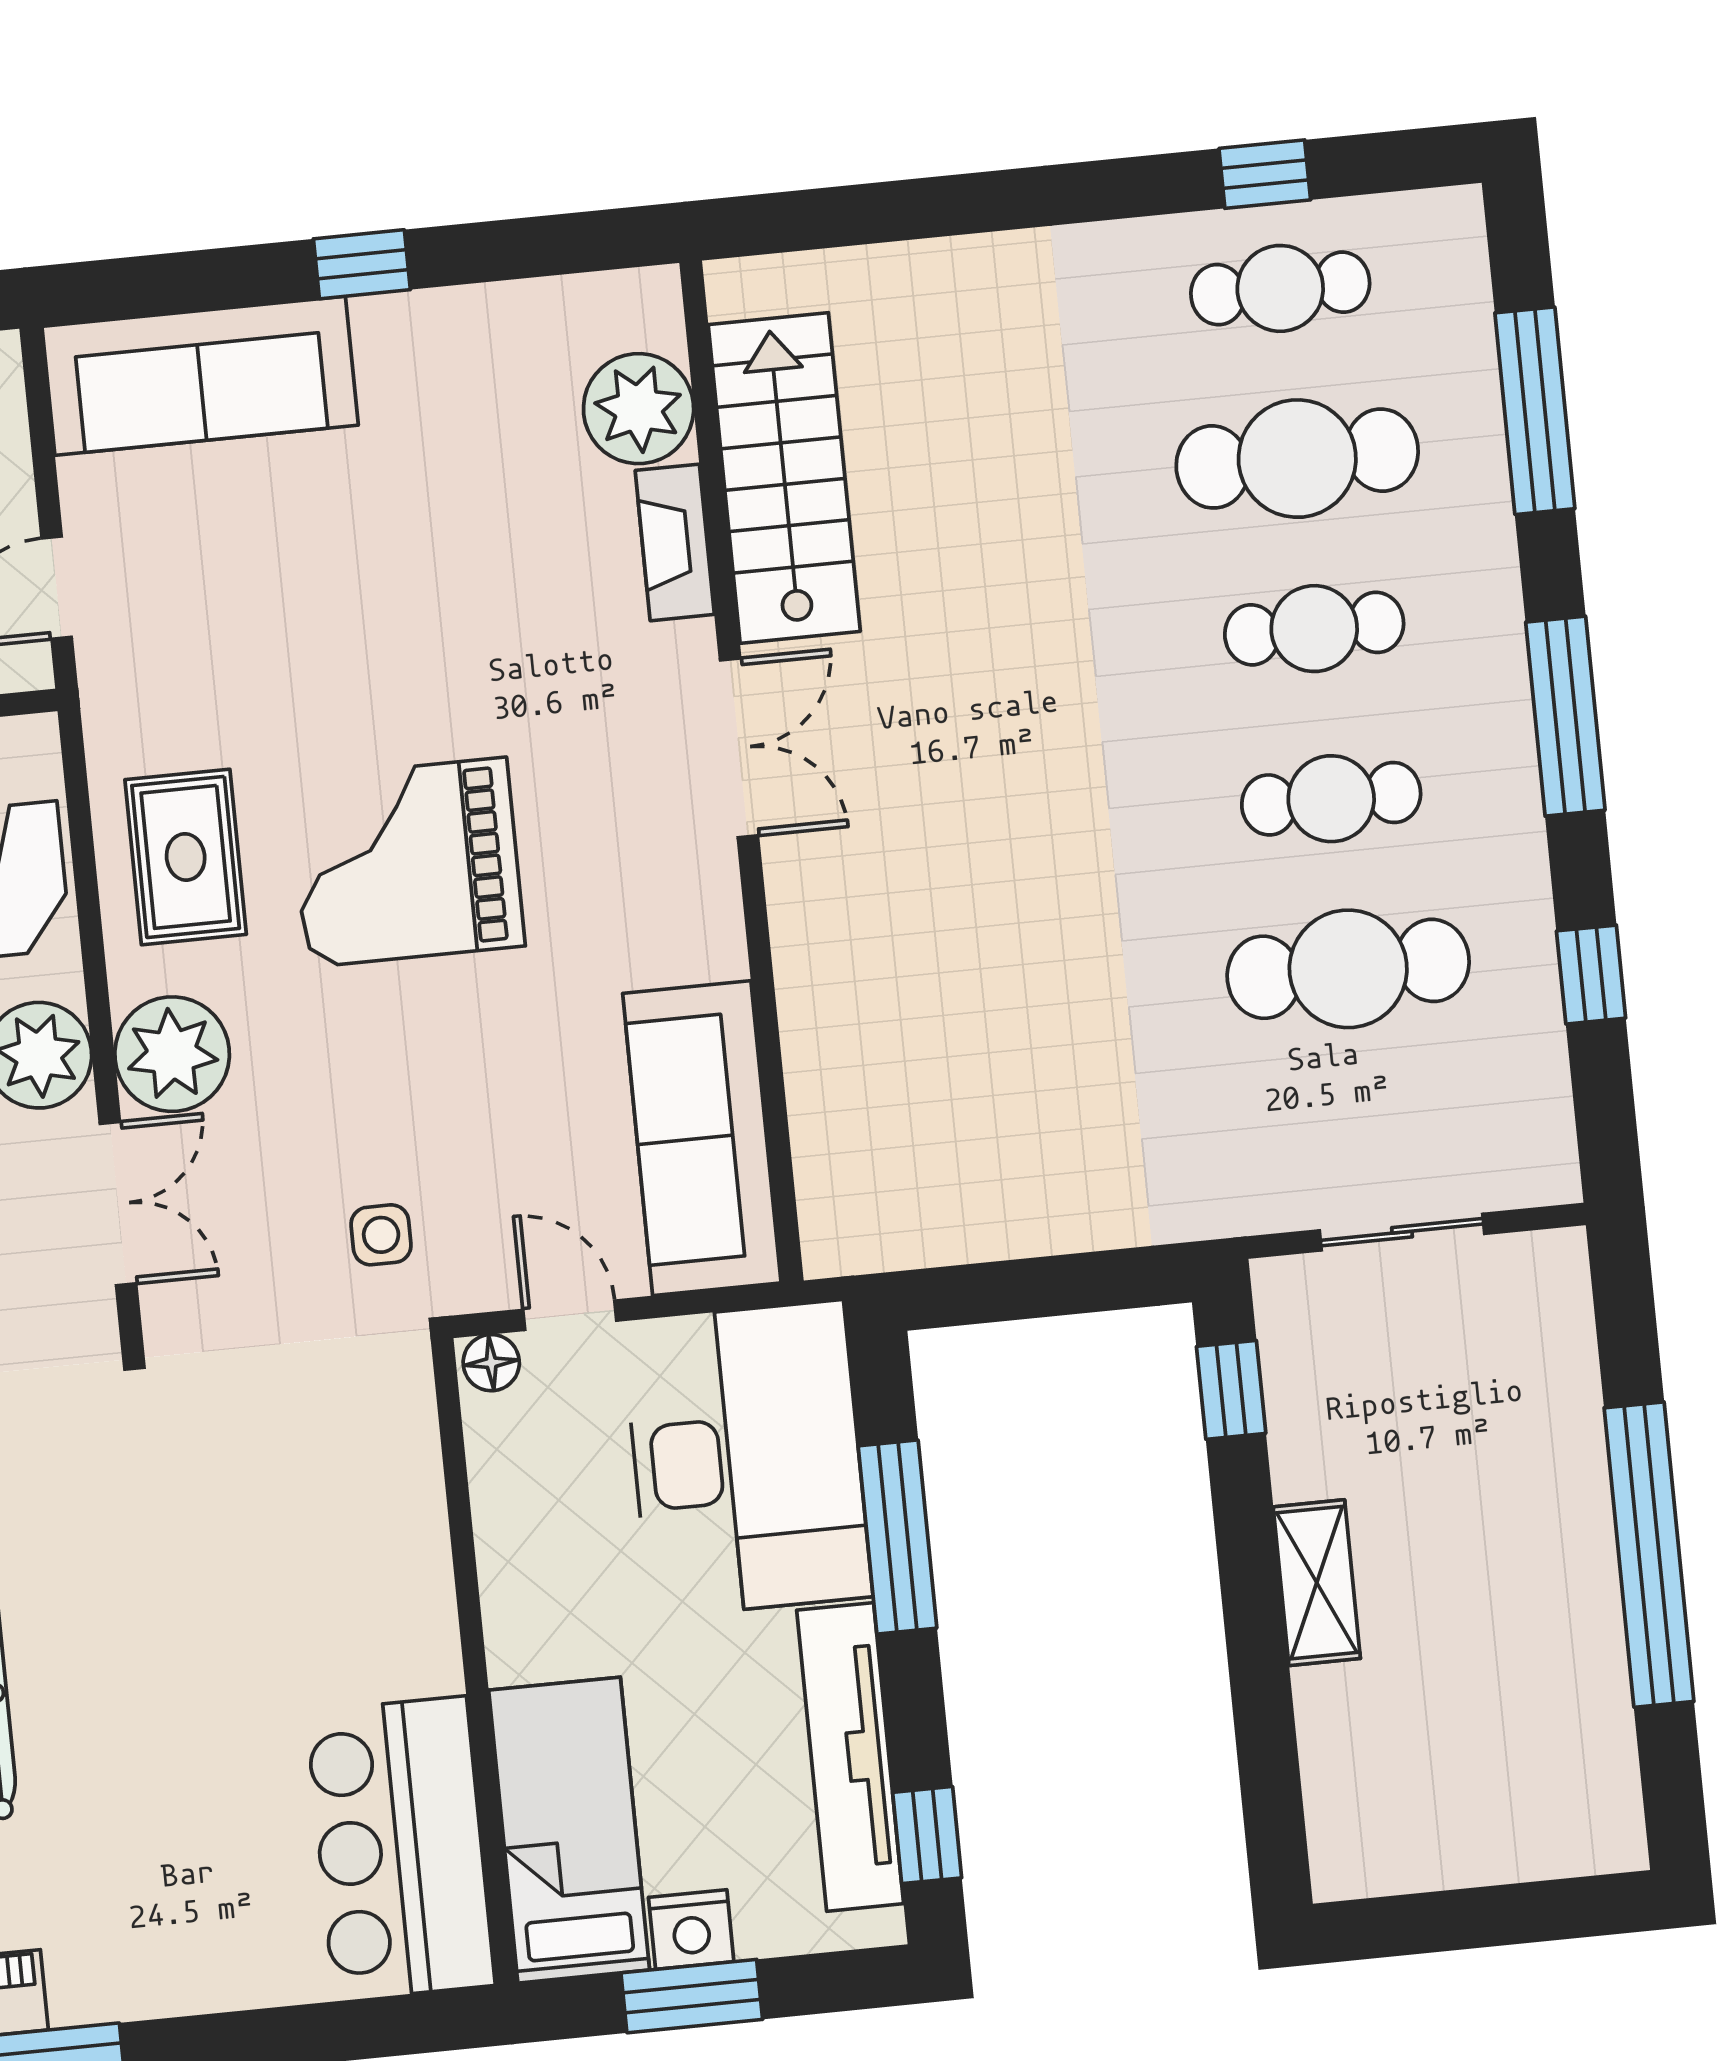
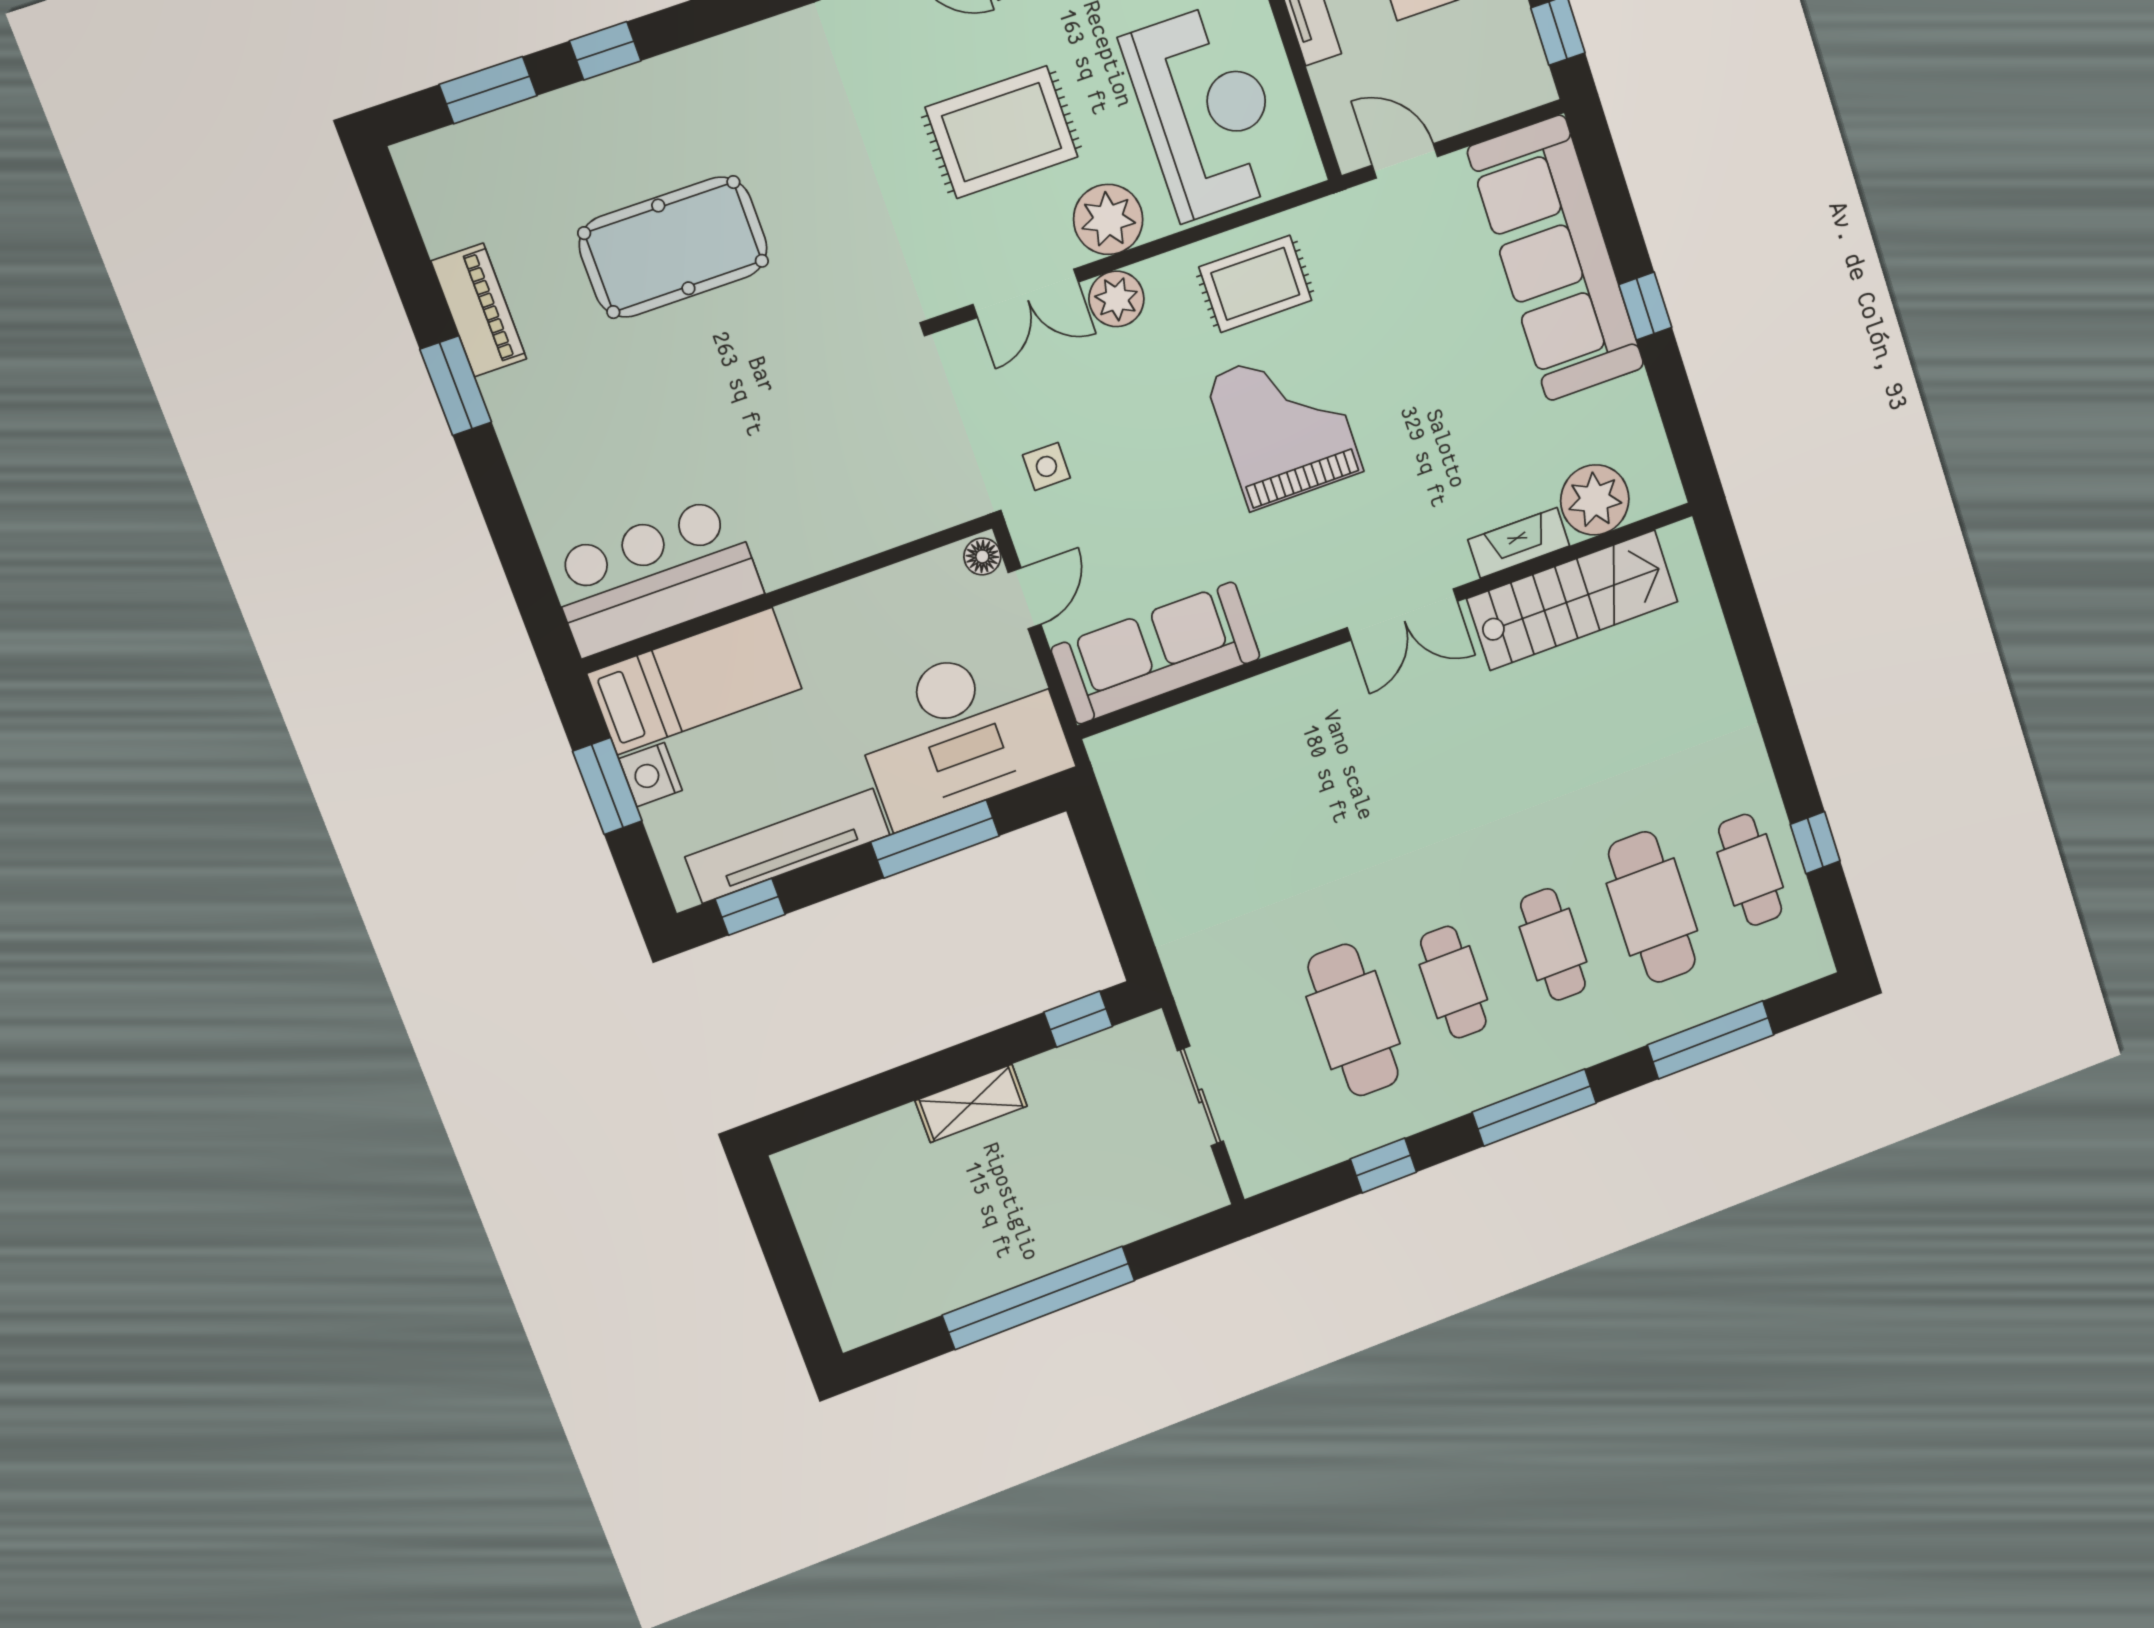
sofa: (200, 376) -> (1556, 258), width x1.36, depth x1.27
plant: (172, 1054) -> (1116, 299), width x0.73, depth x0.73

